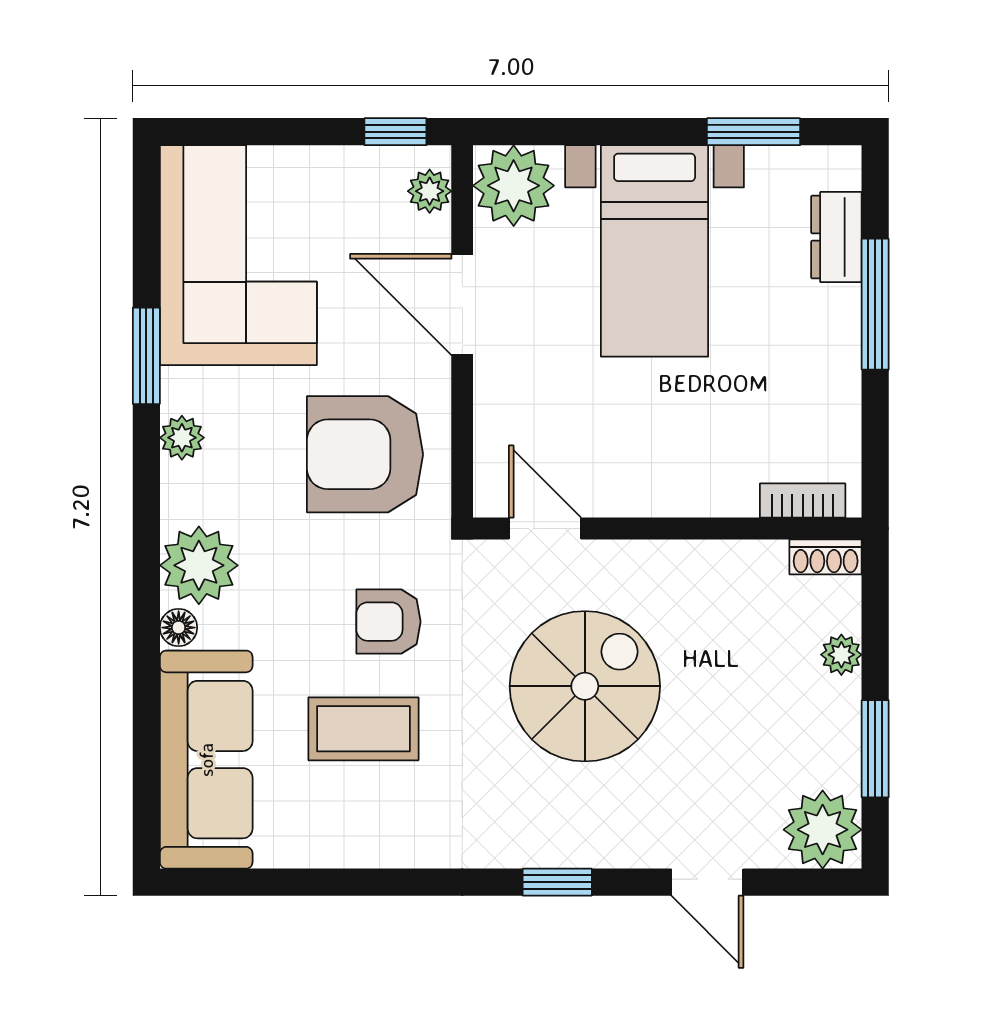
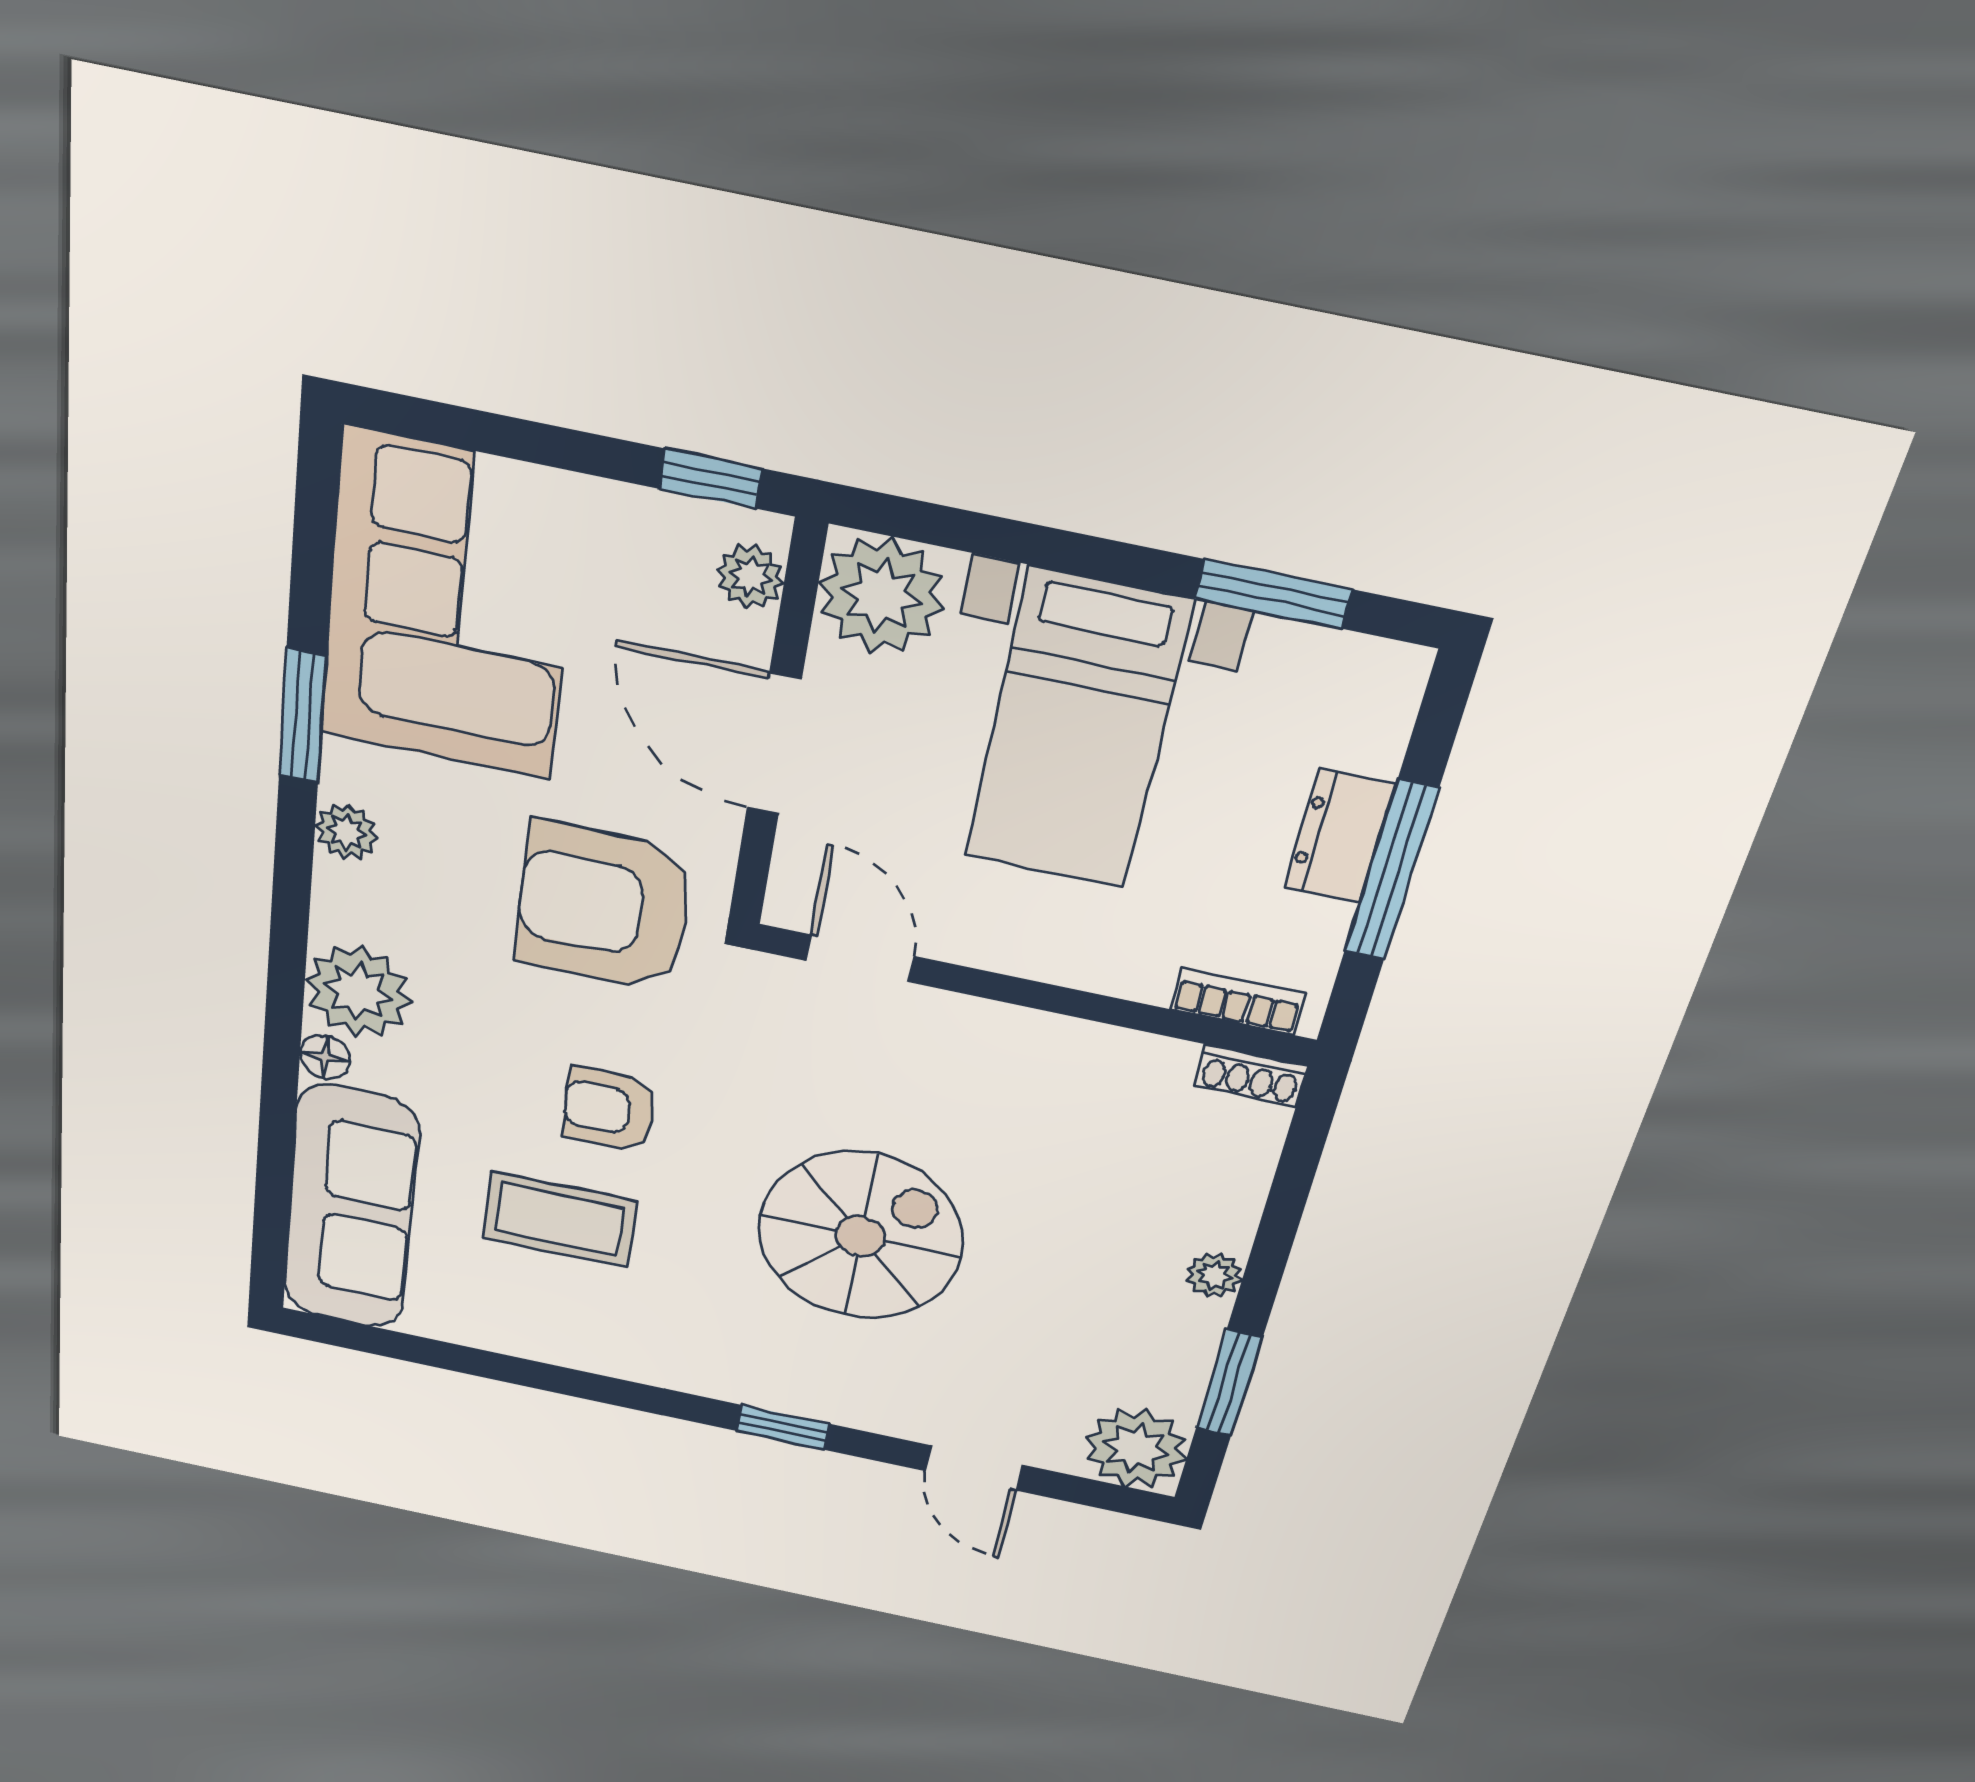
dresser: (836, 237) -> (1339, 836), moved
bookcase: (803, 501) -> (1238, 1001), moved
door: (545, 529) -> (860, 958), moved
wall: (667, 529) -> (1034, 995), moved
shoe rack: (826, 557) -> (1251, 1076), moved

